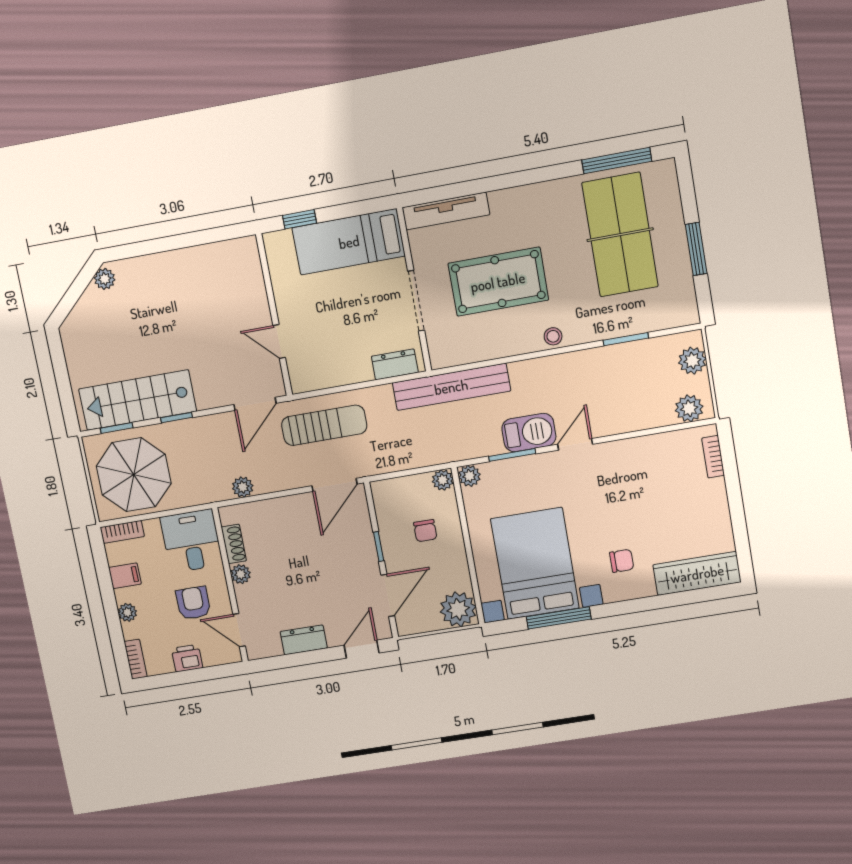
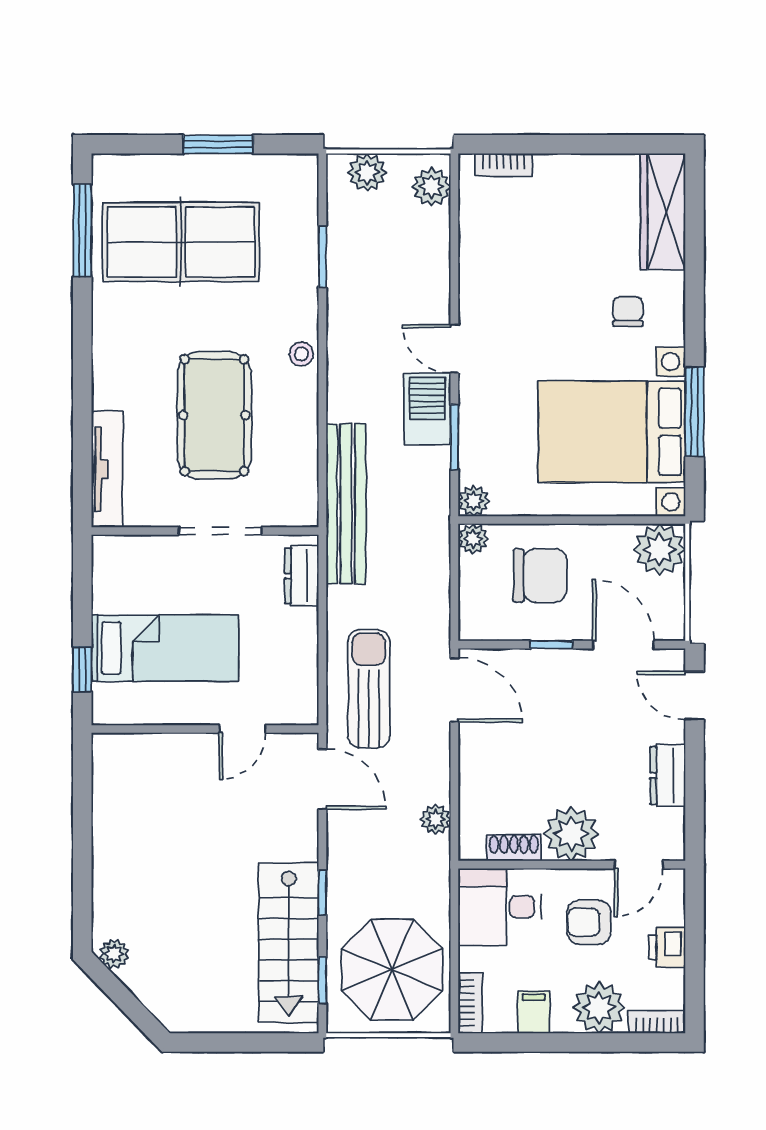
bed: (349, 242) -> (165, 648), moved, turned -90
chair: (425, 531) -> (540, 576), width x1.87, depth x1.87
plant: (241, 574) -> (571, 834), width x1.88, depth x1.88
plant: (127, 612) -> (599, 1007), width x1.88, depth x1.88

